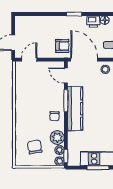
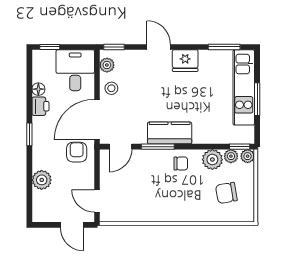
plant: (43, 22) -> (42, 180), added
kitchen counter: (75, 109) -> (170, 133), width x0.67

